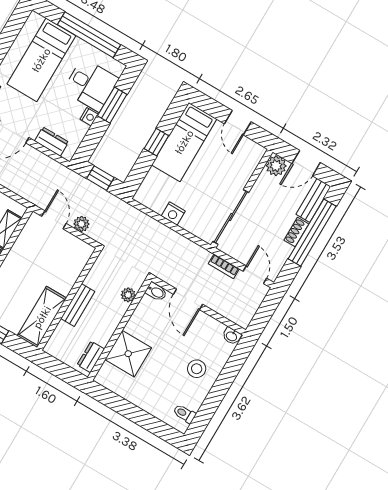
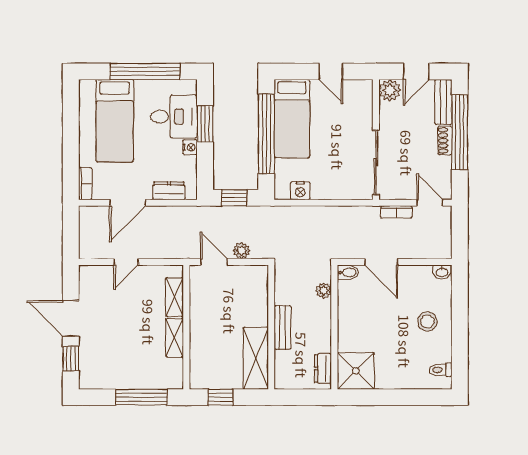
window: (156, 142) -> (266, 134), width x3.17
nightstand: (173, 214) -> (300, 191), moved
shower: (128, 354) -> (356, 371), moved

